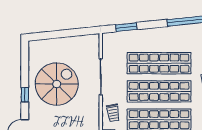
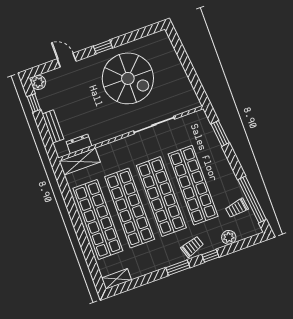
trolley: (113, 113) -> (237, 208), moved

